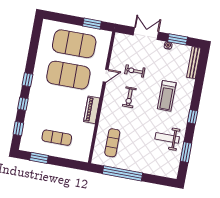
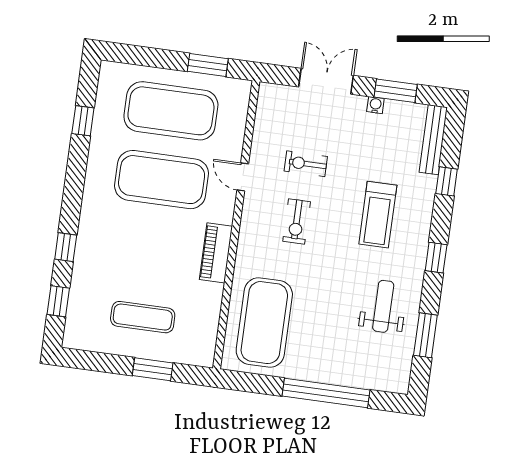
door: (106, 76) -> (243, 177), swing flipped
window: (27, 80) -> (83, 121), moved
window: (199, 82) -> (447, 181), added
weight bench: (167, 138) -> (383, 306), turned 90
exercise mat: (112, 143) -> (264, 323), width x2.00, depth x1.45
window: (39, 158) -> (153, 369), moved
window: (122, 173) -> (326, 393), moved

